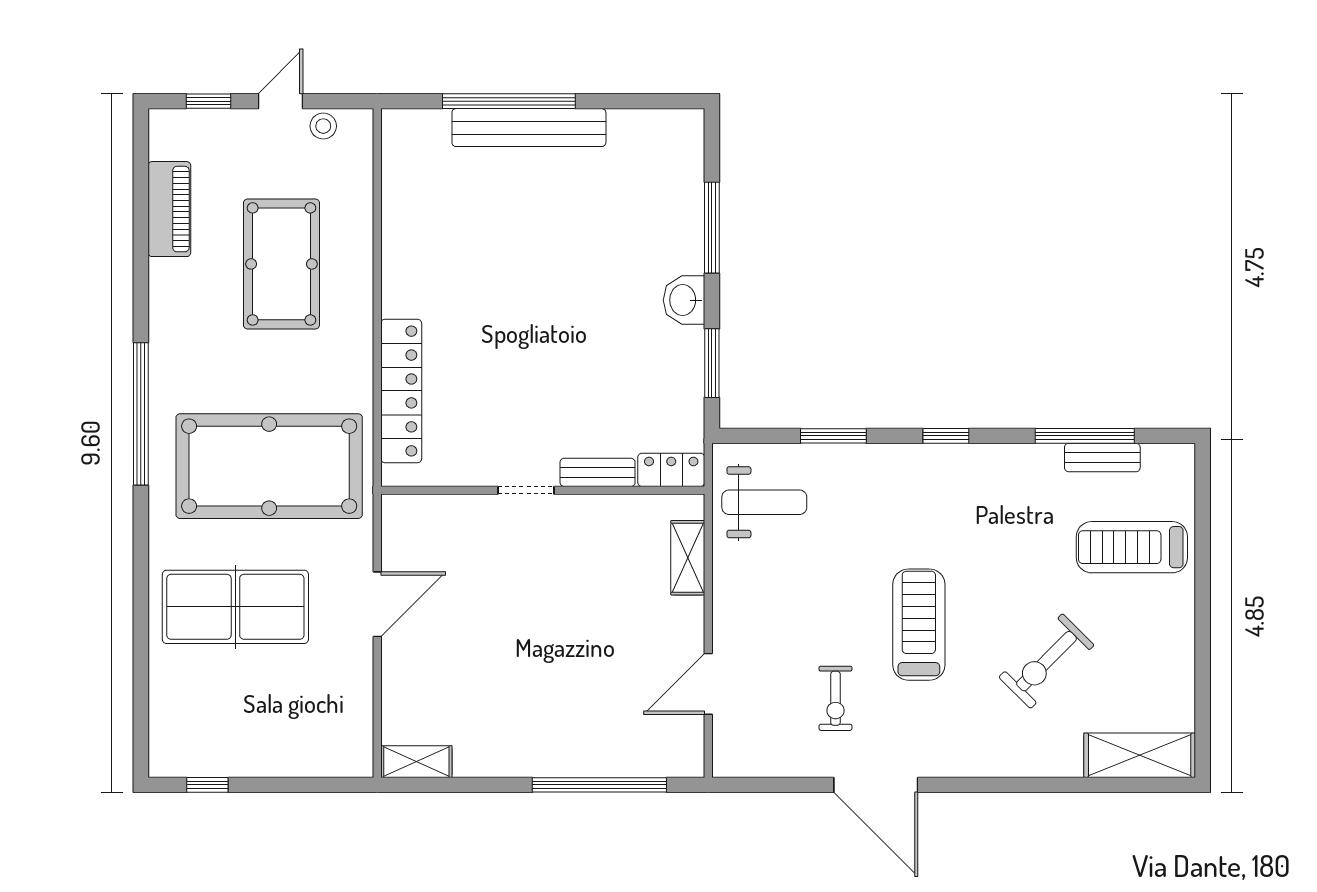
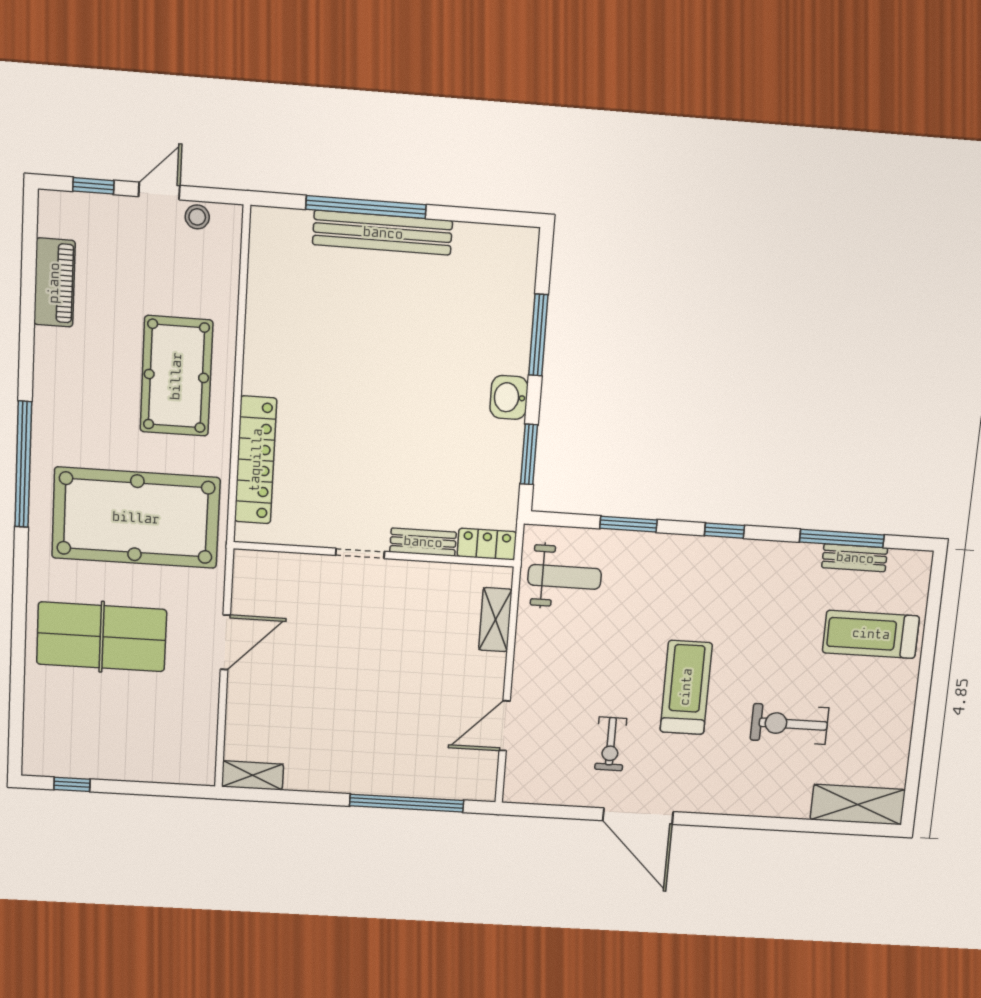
pool table: (281, 264) -> (176, 376), moved
exercise bike: (1046, 661) -> (789, 724), turned 45

